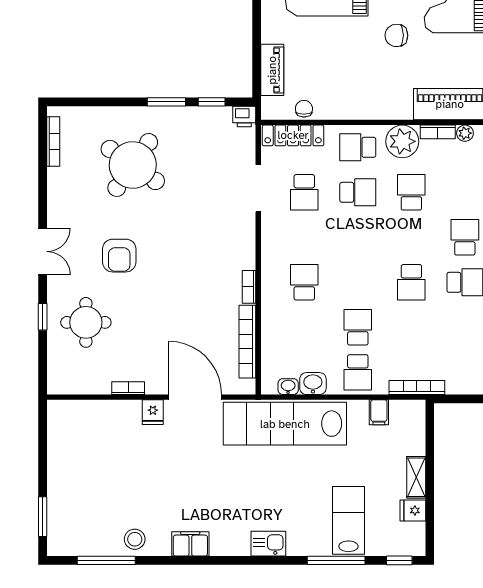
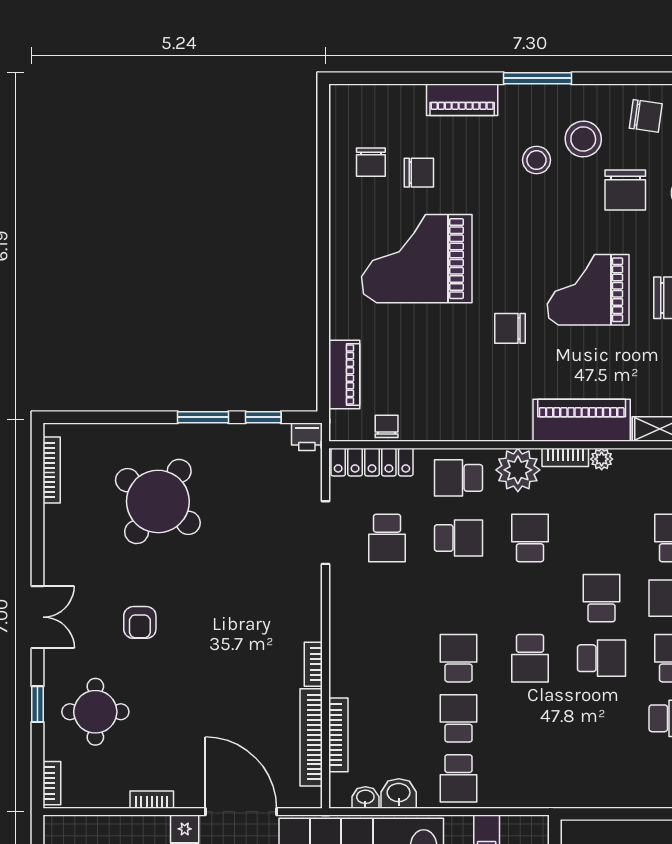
armchair: (119, 256) -> (140, 622), width x0.72, depth x0.72
school desk: (304, 282) -> (459, 658), moved
bookcase: (53, 376) -> (52, 783), added
bookcase: (417, 388) -> (338, 735), moved, turned 90

